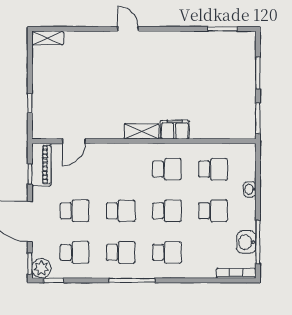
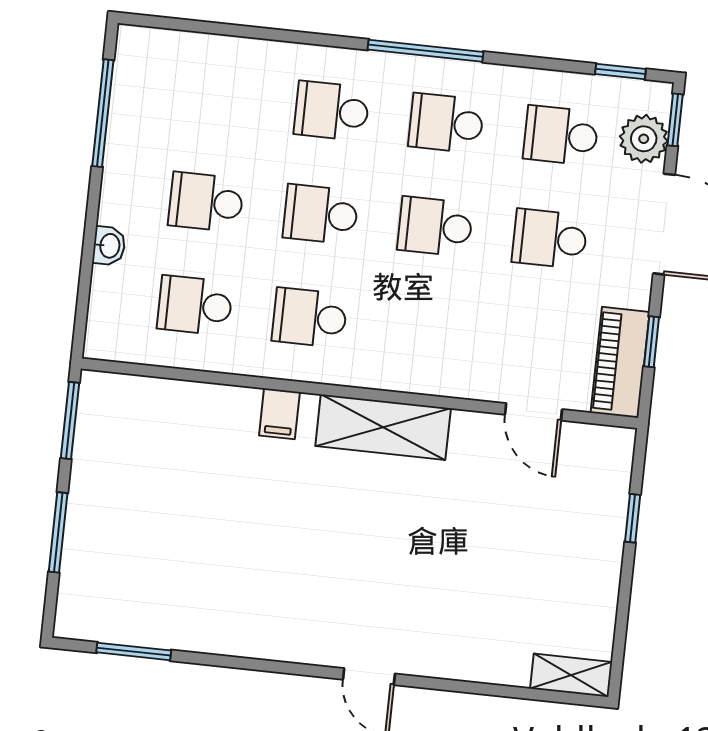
filing cabinet: (175, 130) -> (279, 414), width x0.50
shelving: (142, 131) -> (383, 427), width x1.50, depth x1.33
door: (74, 141) -> (533, 412), swing flipped
washbasin: (246, 242) -> (131, 115), removed
plant: (41, 268) -> (644, 139), moved
bookcase: (236, 273) -> (165, 41), removed

